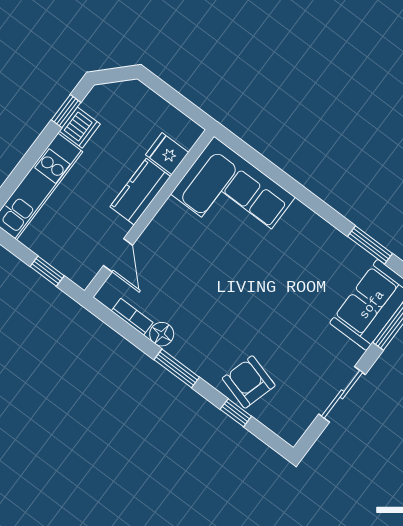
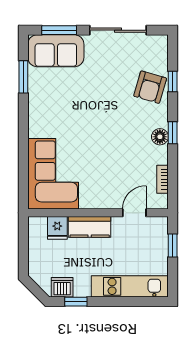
dishwasher: (80, 128) -> (62, 287), moved
floor lamp: (162, 334) -> (160, 137), moved
window: (177, 368) -> (173, 133), width x0.67
sliding door: (342, 394) -> (118, 30), width x1.37

